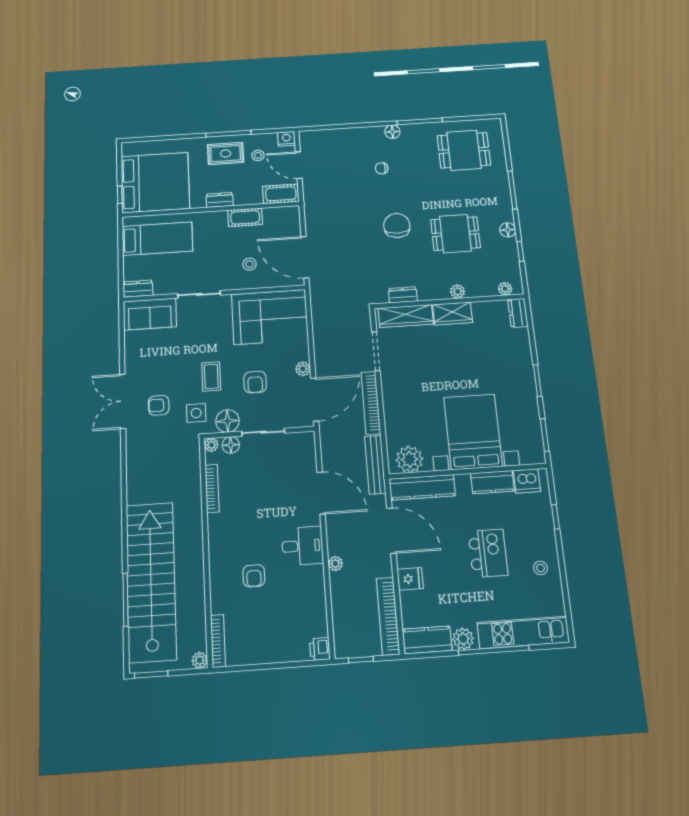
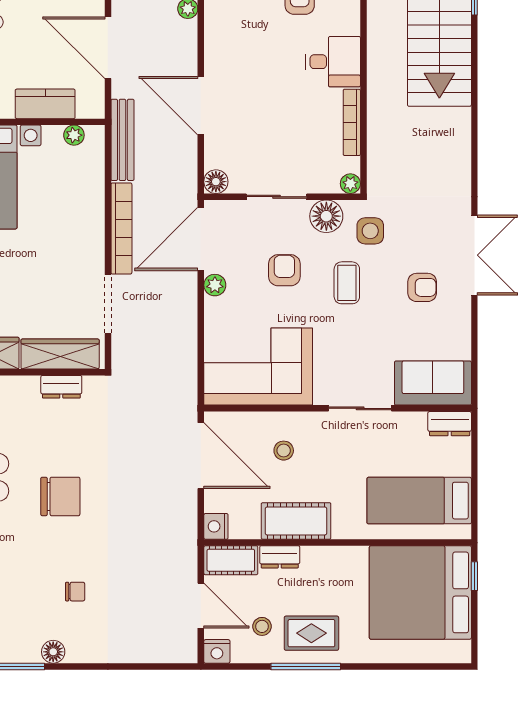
dresser: (220, 200) -> (280, 557), moved
nightstand: (292, 214) -> (216, 526), added
cot: (245, 217) -> (296, 521), width x1.37, depth x1.34
chair: (397, 225) -> (60, 496), turned -90
armchair: (159, 405) -> (422, 287), moved
floor lamp: (231, 445) -> (216, 182), moved
plant: (410, 459) -> (74, 135), width x0.53, depth x0.53
kitchen counter: (422, 487) -> (45, 104), width x0.67
desk: (302, 546) -> (333, 62), moved, turned 180

